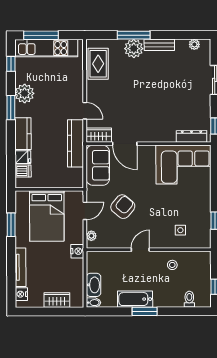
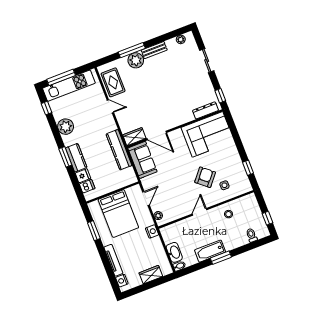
window: (11, 108) -> (65, 157), moved
door: (85, 111) -> (110, 106), moved
armchair: (123, 207) -> (205, 177), moved

